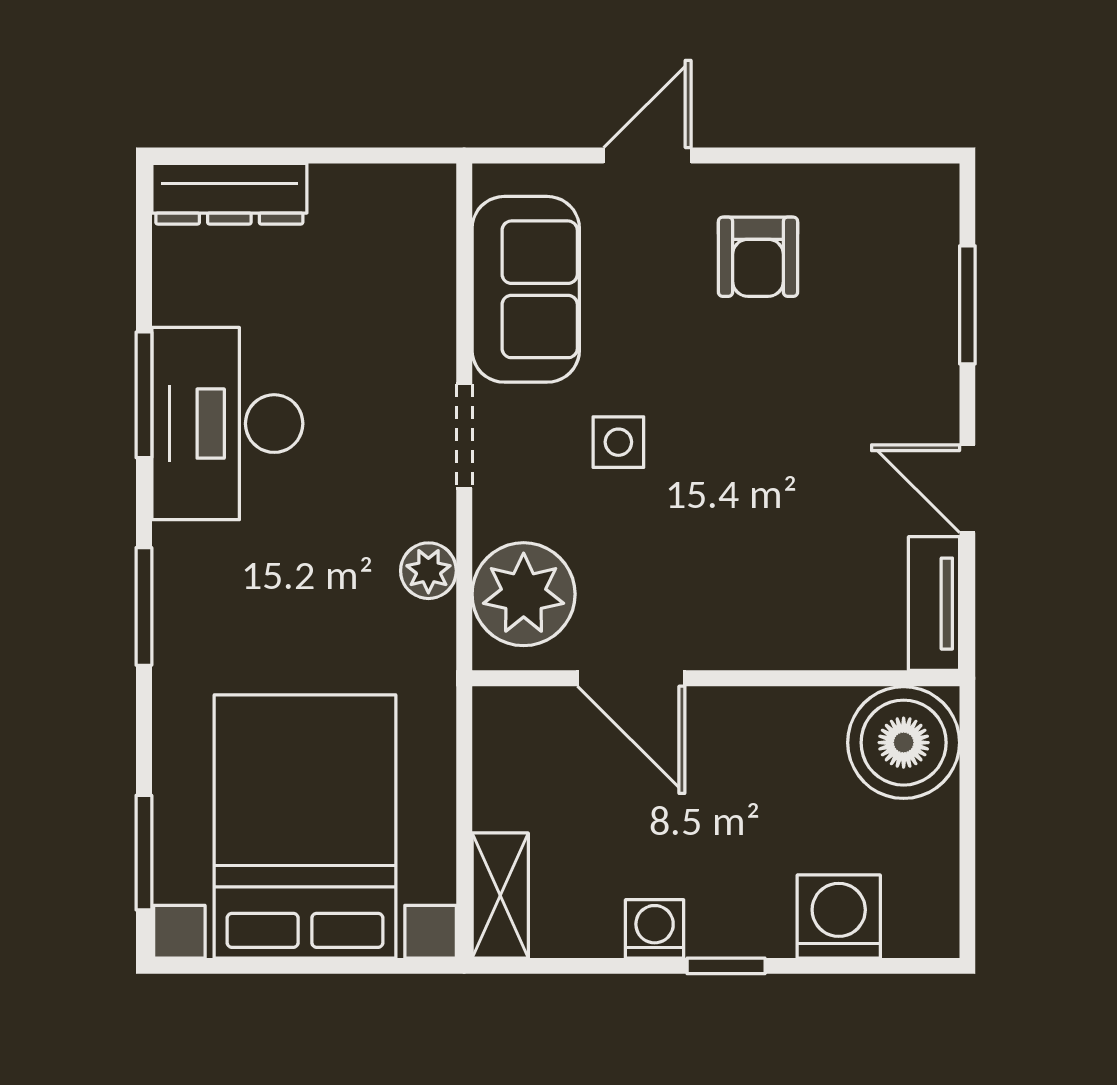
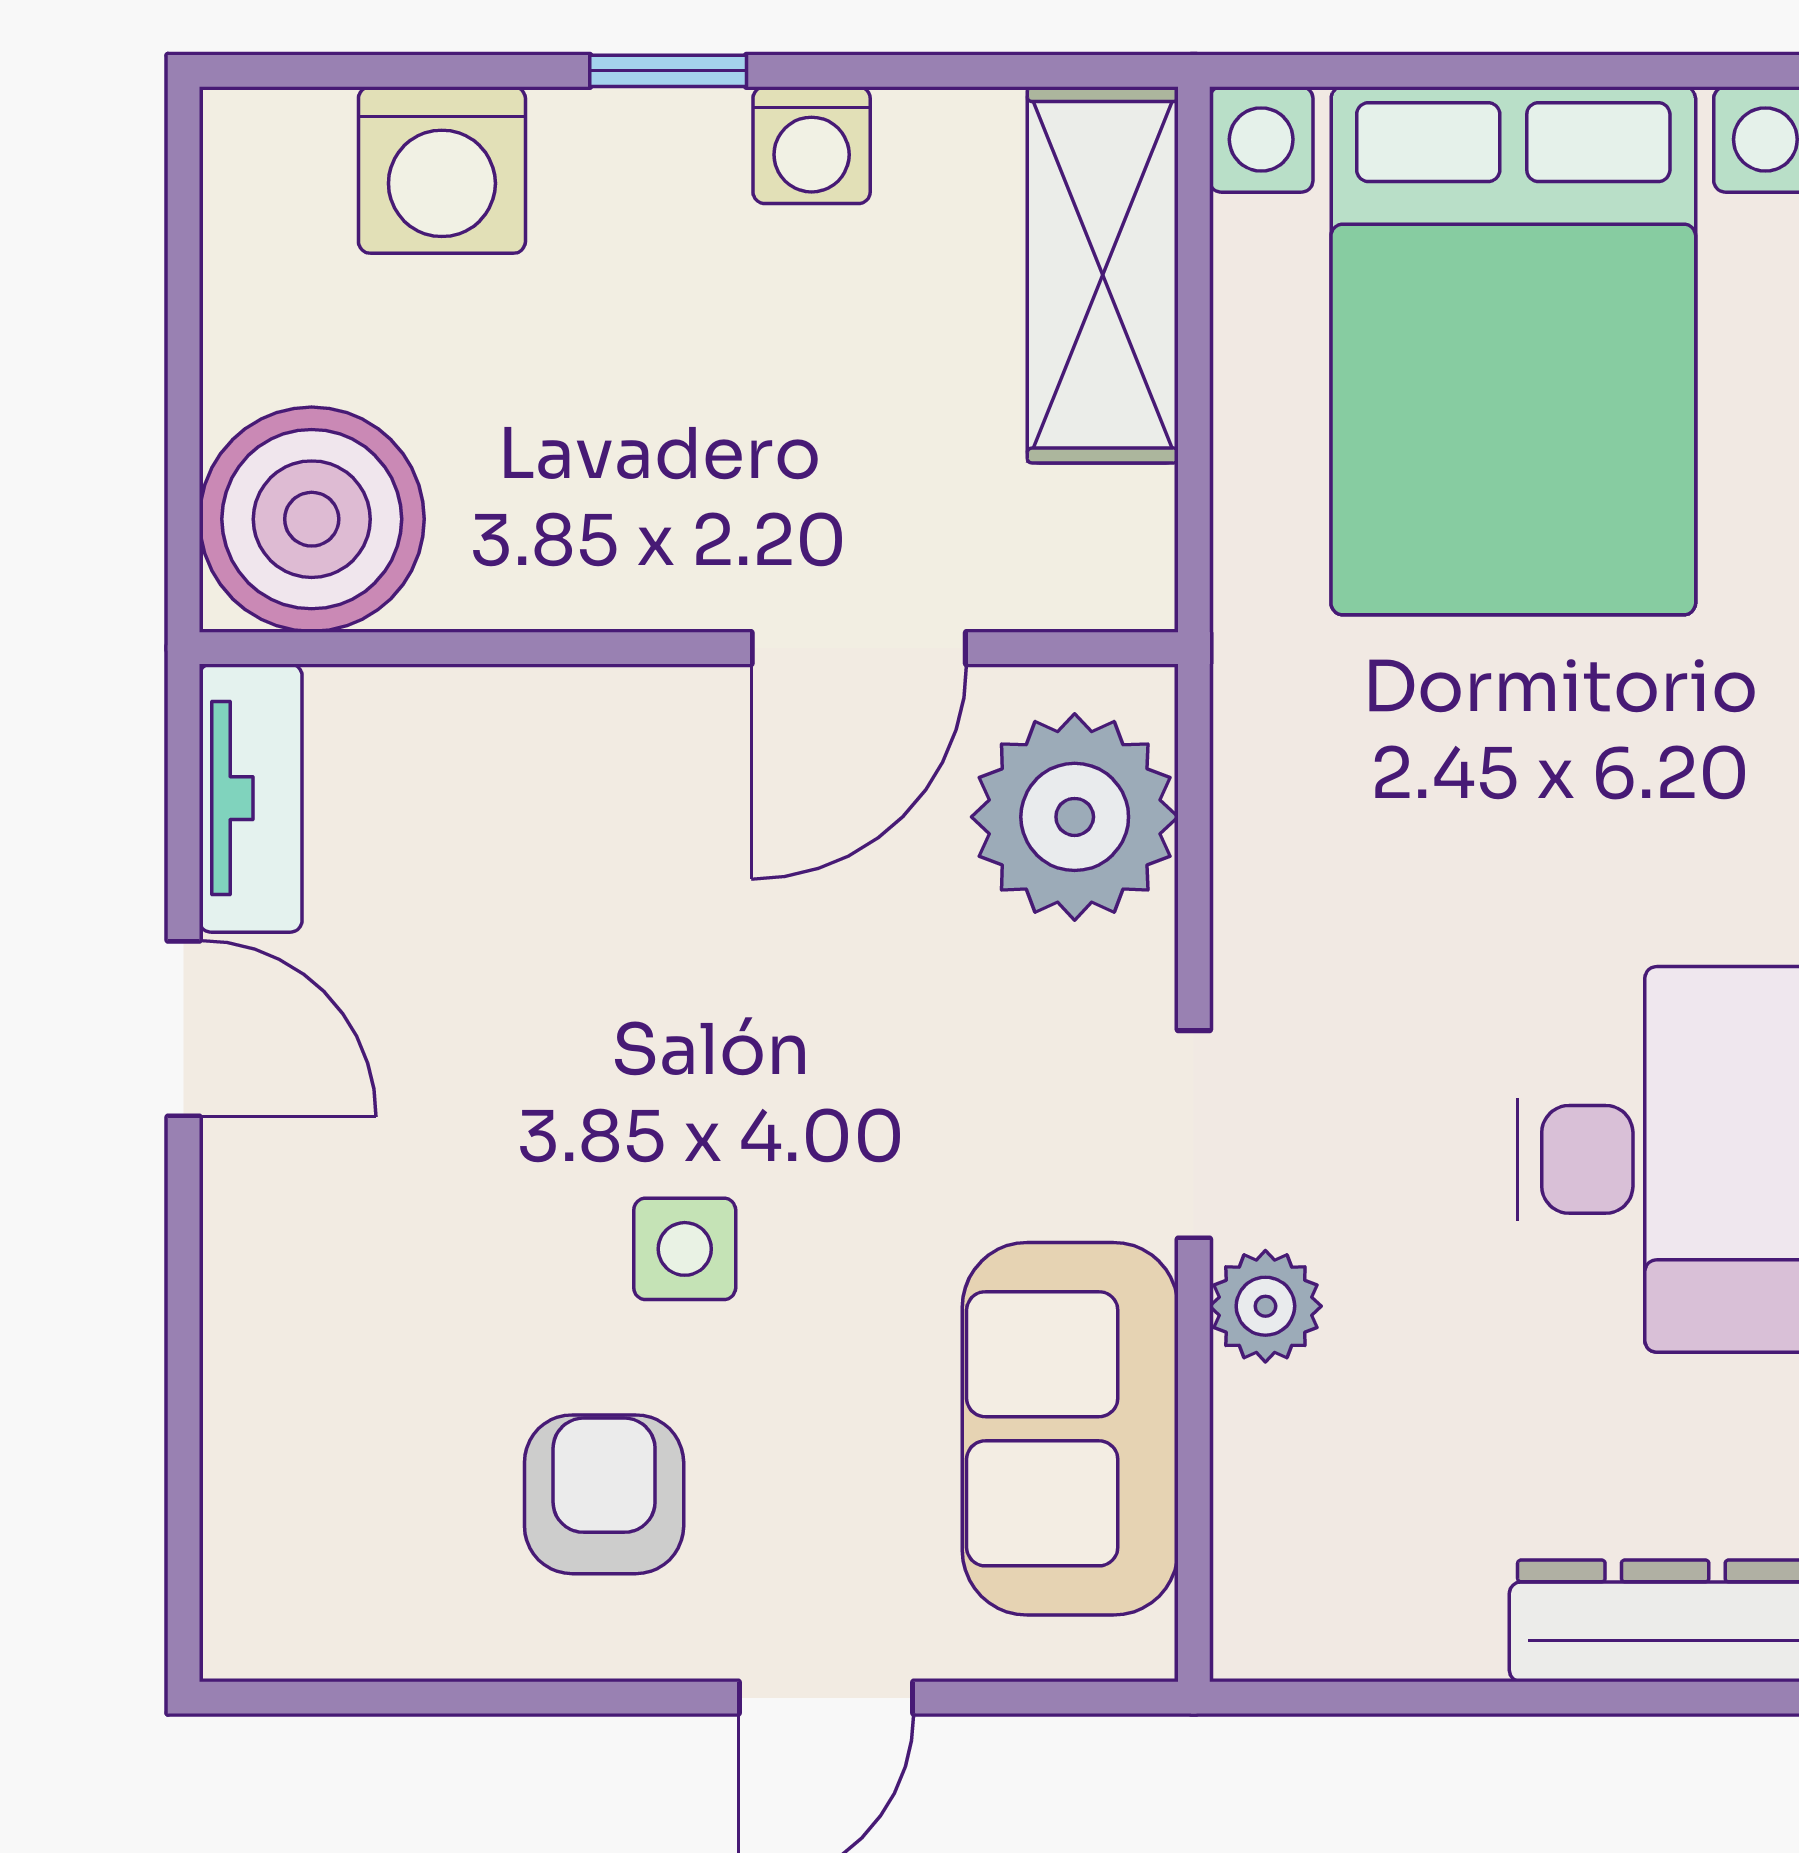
window: (967, 305) -> (184, 1398), removed
side table: (618, 442) -> (685, 1249), moved
plant: (428, 571) -> (1265, 1306), moved
door: (631, 678) -> (859, 648), swing flipped
shelving: (500, 895) -> (1103, 275), width x1.50, depth x1.33

